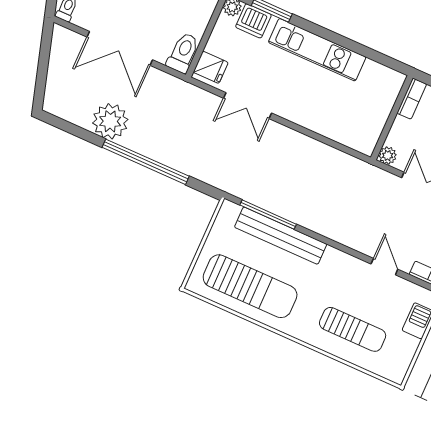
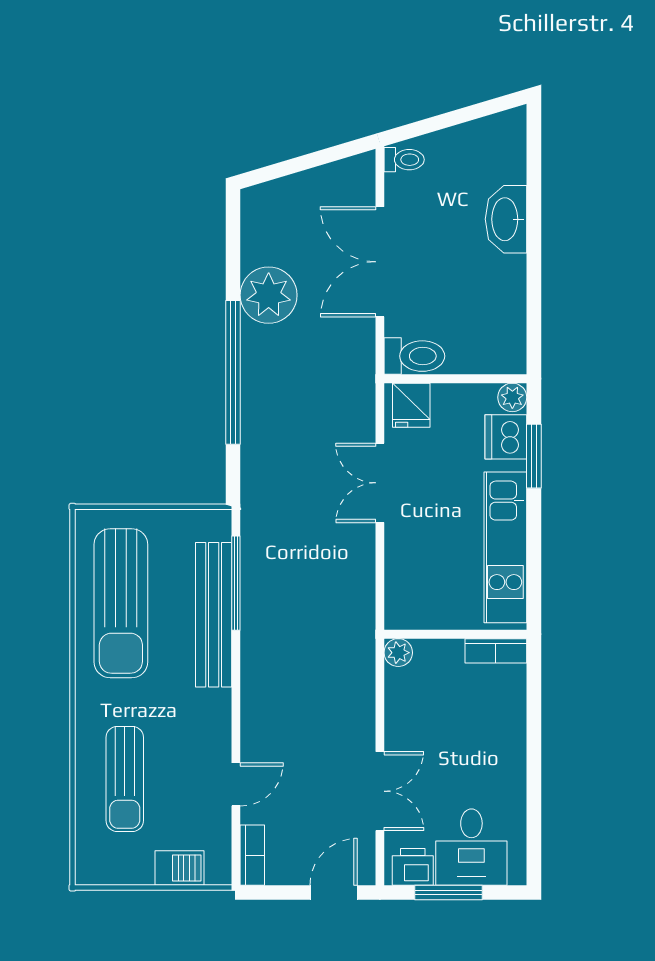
bookcase: (412, 99) -> (496, 651), moved
wall: (392, 118) -> (455, 634), moved
plant: (388, 155) -> (398, 653), moved

